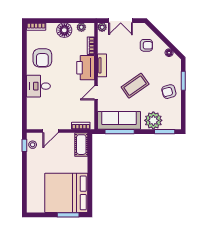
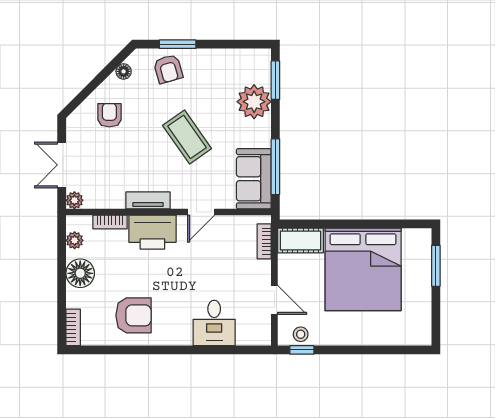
double door: (121, 21) -> (62, 165), swing flipped
desk: (38, 86) -> (214, 323), moved
armchair: (169, 92) -> (168, 69), moved
door: (96, 93) -> (201, 212), hinge flipped
sofa: (119, 120) -> (254, 179), width x0.73
bed: (66, 193) -> (363, 269), moved

